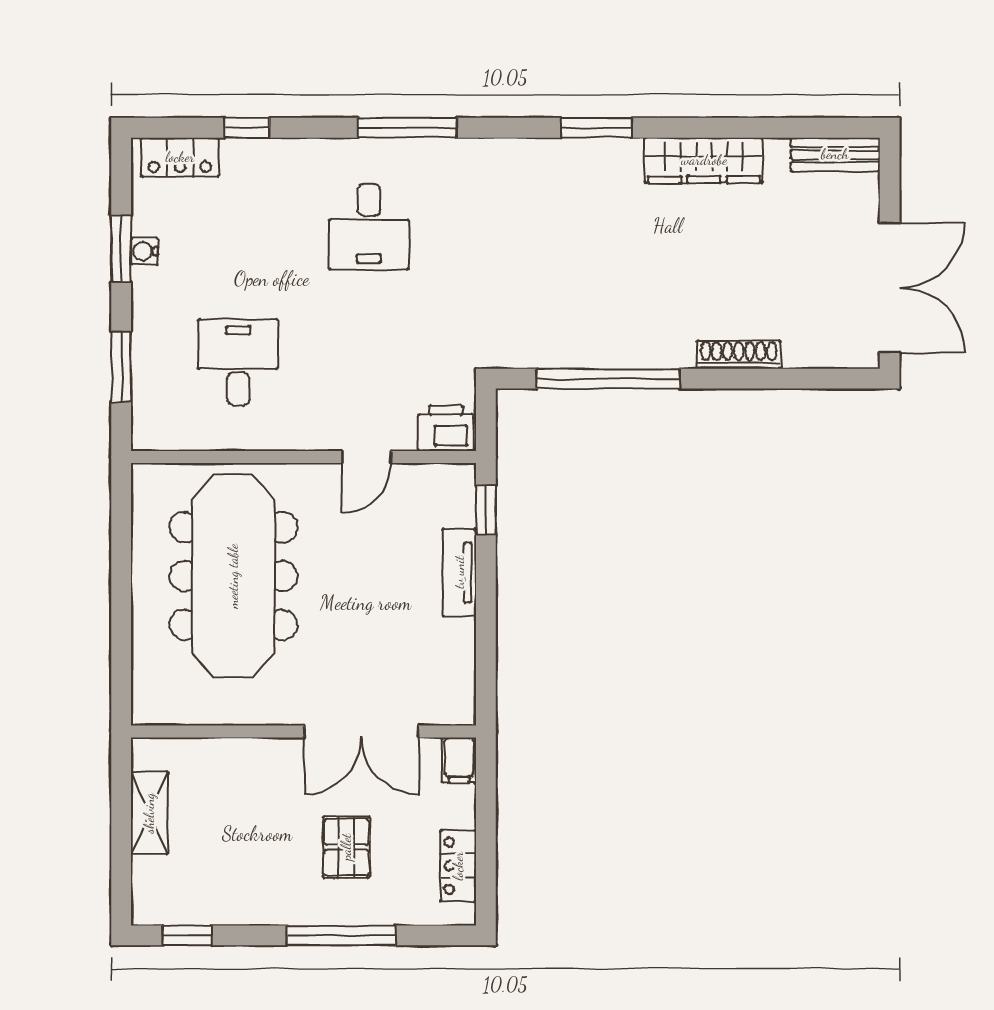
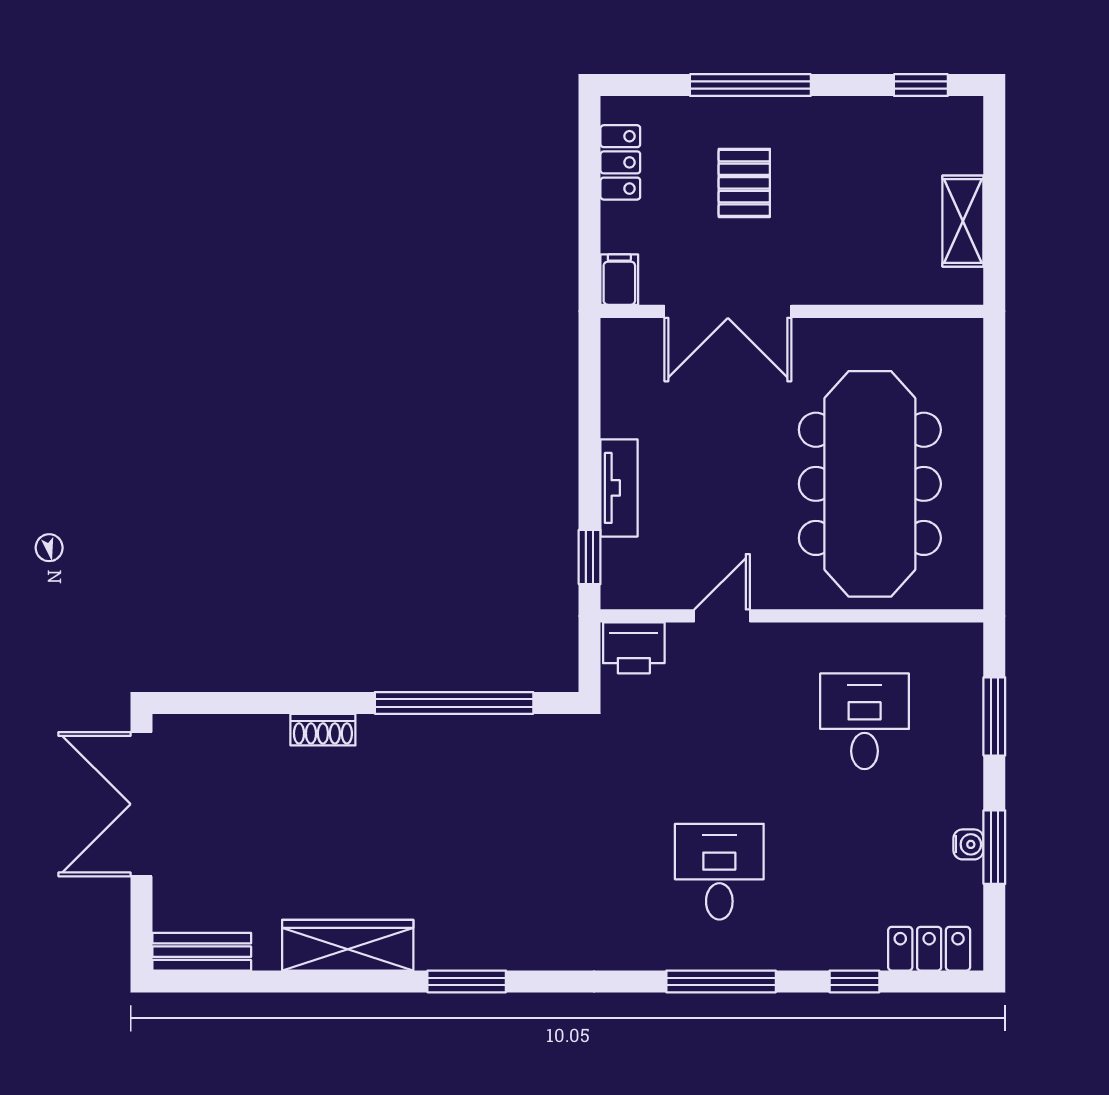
window: (407, 128) -> (721, 981), moved
shoe rack: (739, 355) -> (323, 730), width x0.70
desk: (238, 362) -> (865, 721), turned 180
double door: (361, 732) -> (728, 311), swing flipped

